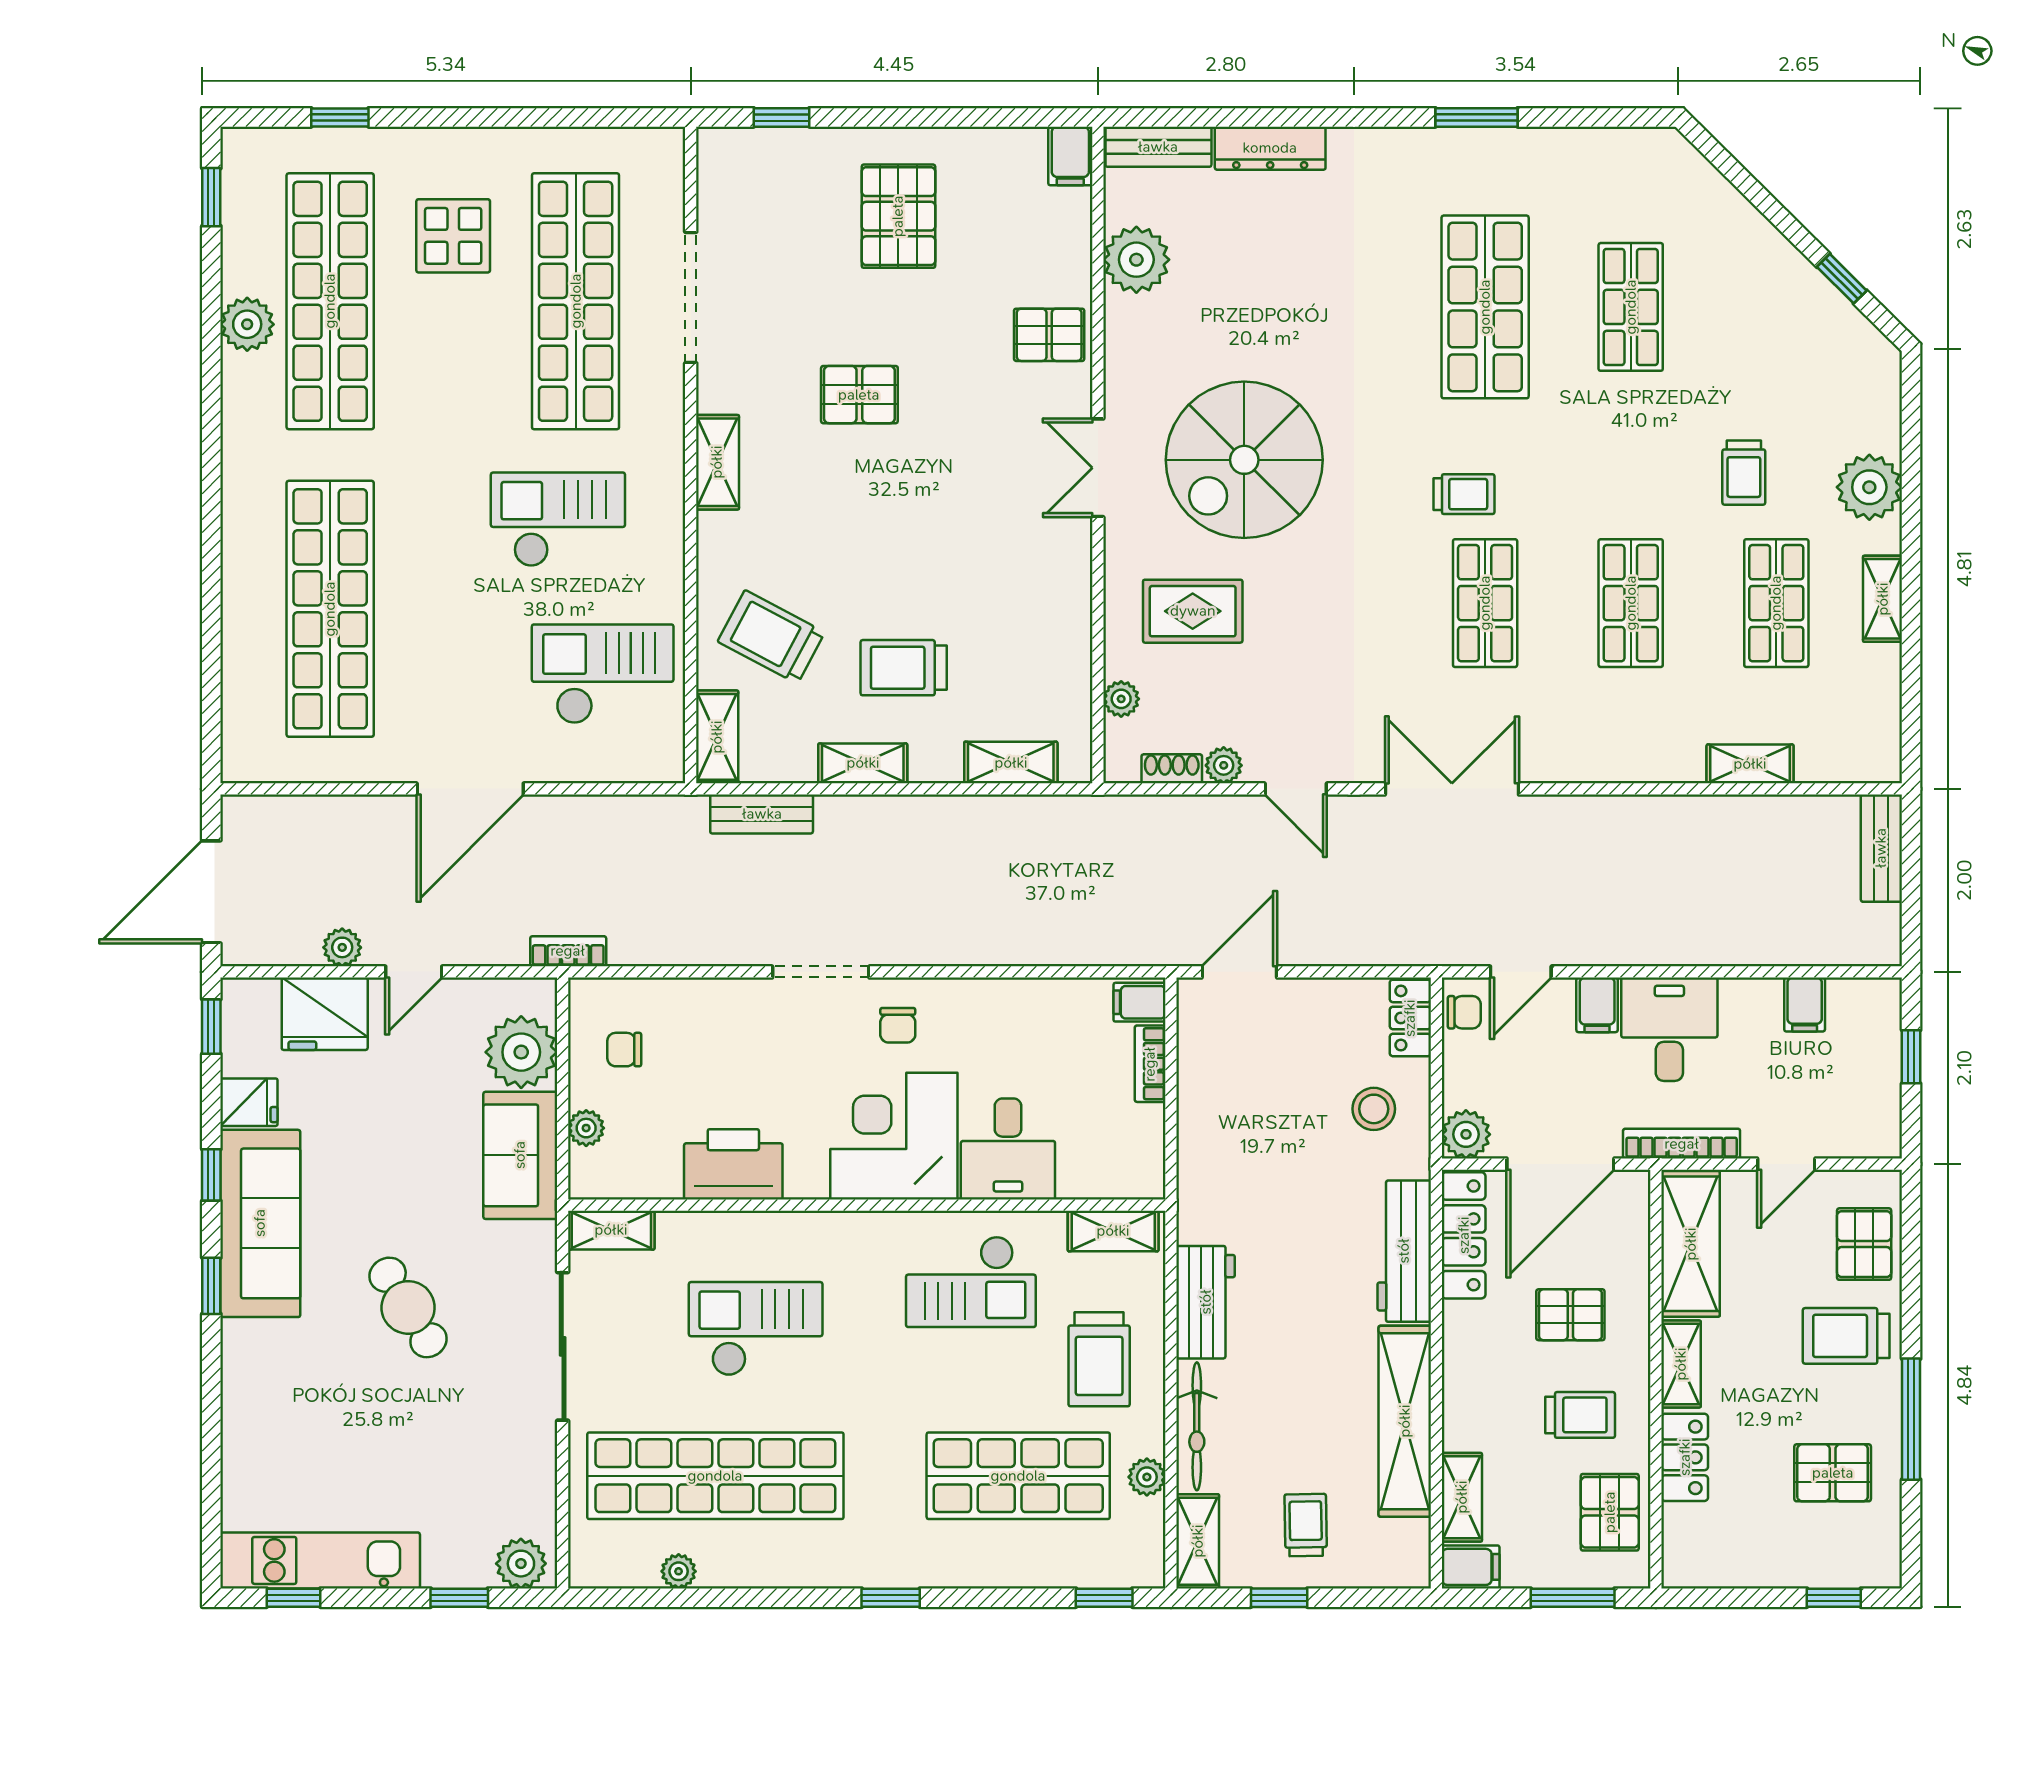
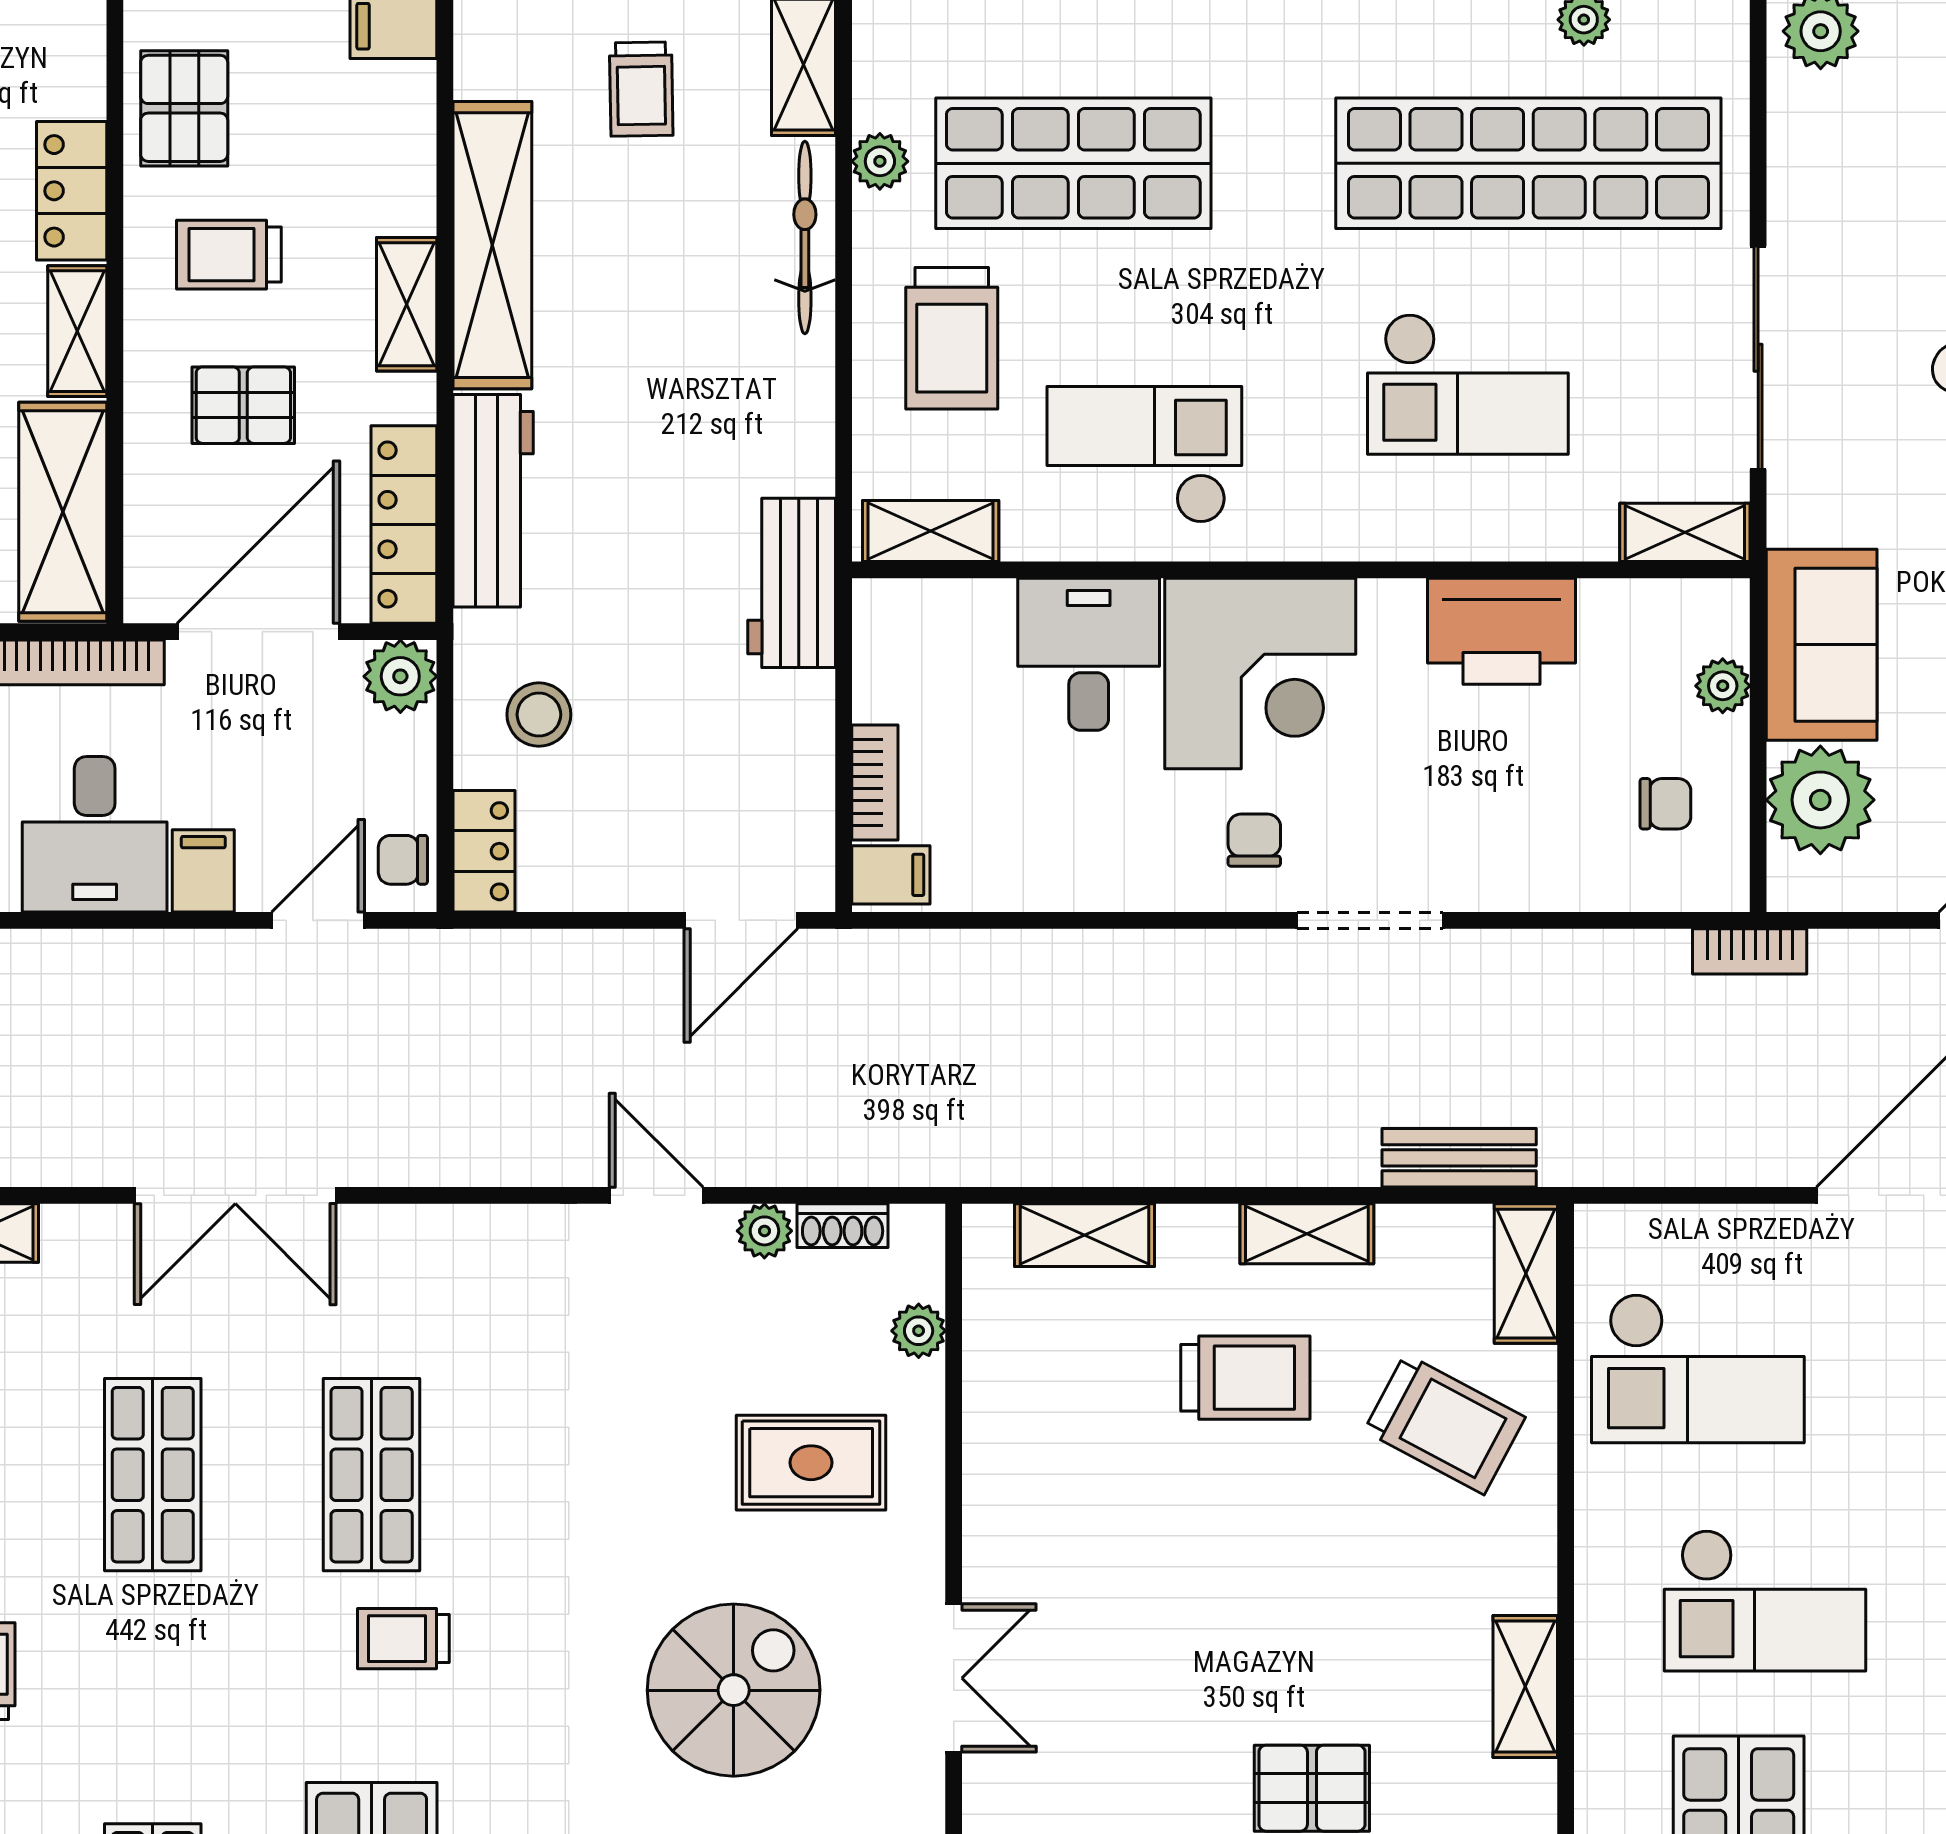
spiral stairs: (1244, 460) -> (734, 1690), width x0.73, depth x0.73
double door: (1452, 789) -> (235, 1195), moved
workbench: (1206, 1302) -> (792, 583), moved
trolley: (1099, 1359) -> (952, 338), turned 180
shelving: (1462, 1497) -> (407, 304), moved

